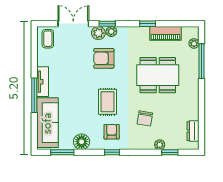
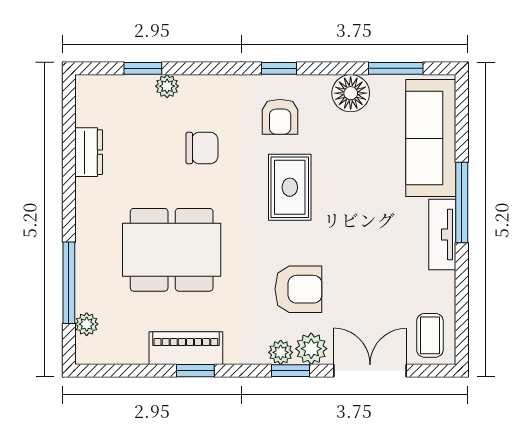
double door: (73, 24) -> (370, 371), swing flipped
piano: (166, 33) -> (186, 348), moved
chair: (145, 118) -> (202, 148), turned 81
dresser: (193, 131) -> (89, 152), moved

